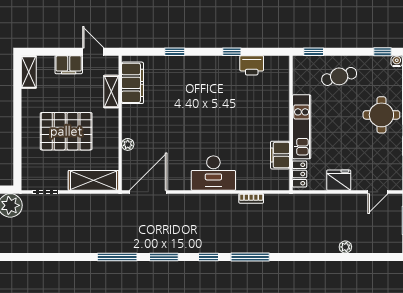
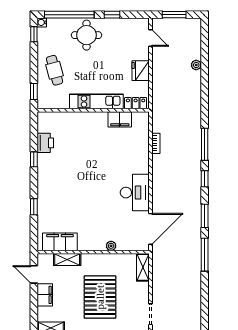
door: (93, 52) -> (34, 274), hinge flipped
desk: (213, 173) -> (135, 193), moved
shelving: (93, 180) -> (143, 267), width x0.67, depth x0.75
door: (148, 192) -> (151, 229), swing flipped

